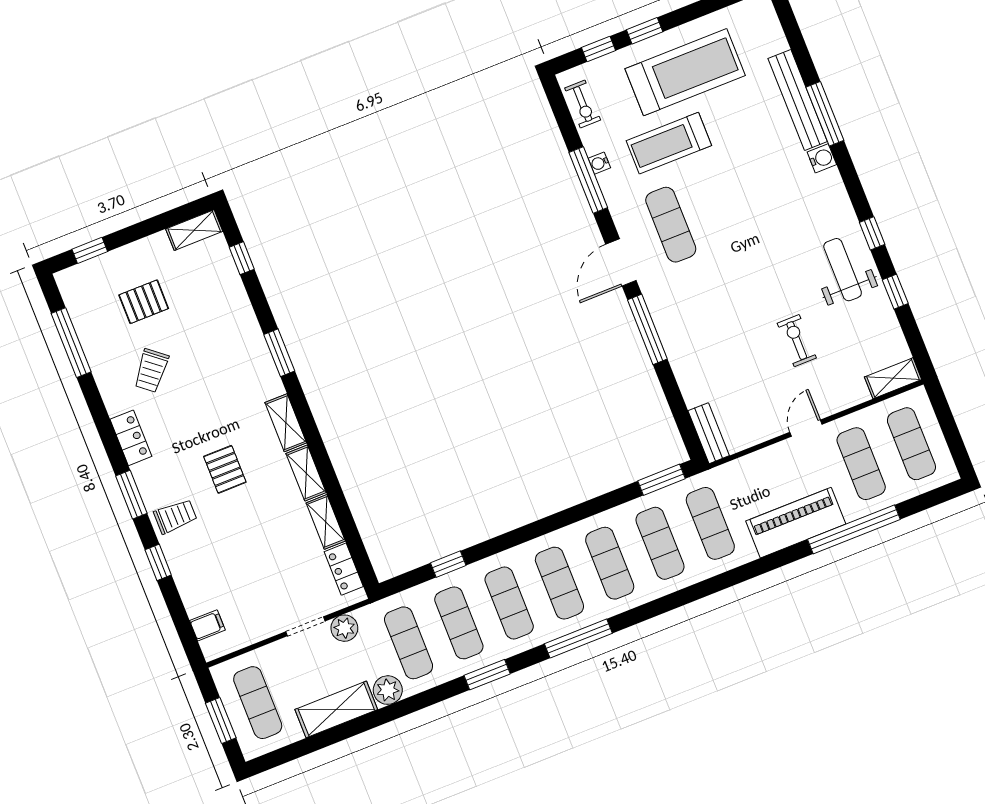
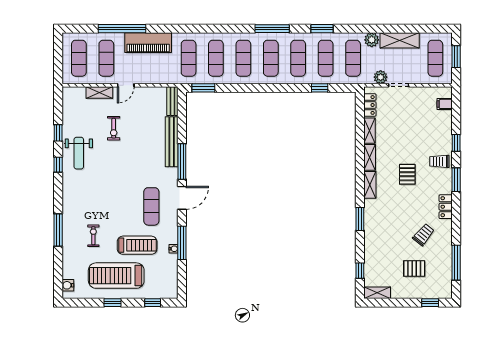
window: (645, 31) -> (112, 303), moved
bench: (798, 100) -> (172, 142), moved
exercise bike: (583, 104) -> (93, 236), moved
water cooler: (822, 158) -> (68, 285), moved
shelving: (893, 378) -> (99, 92), moved

